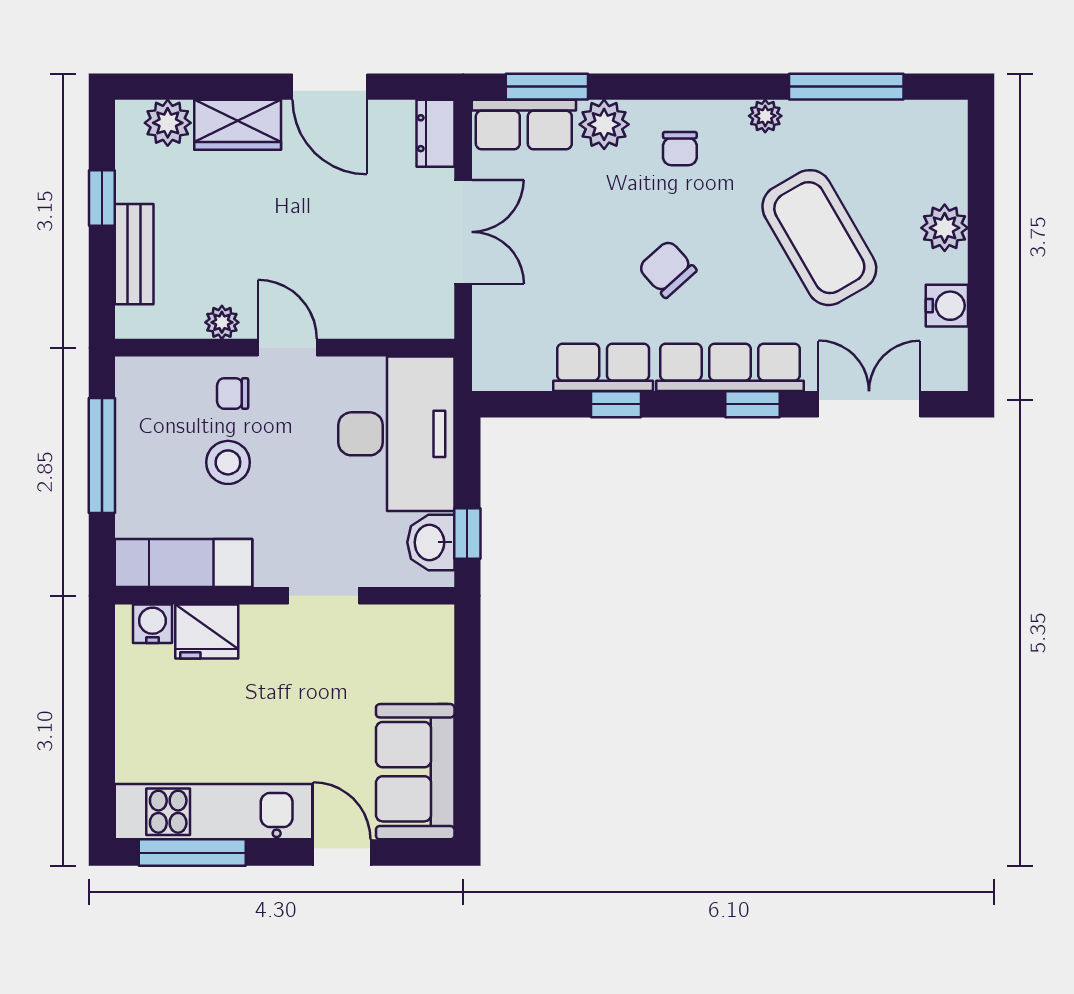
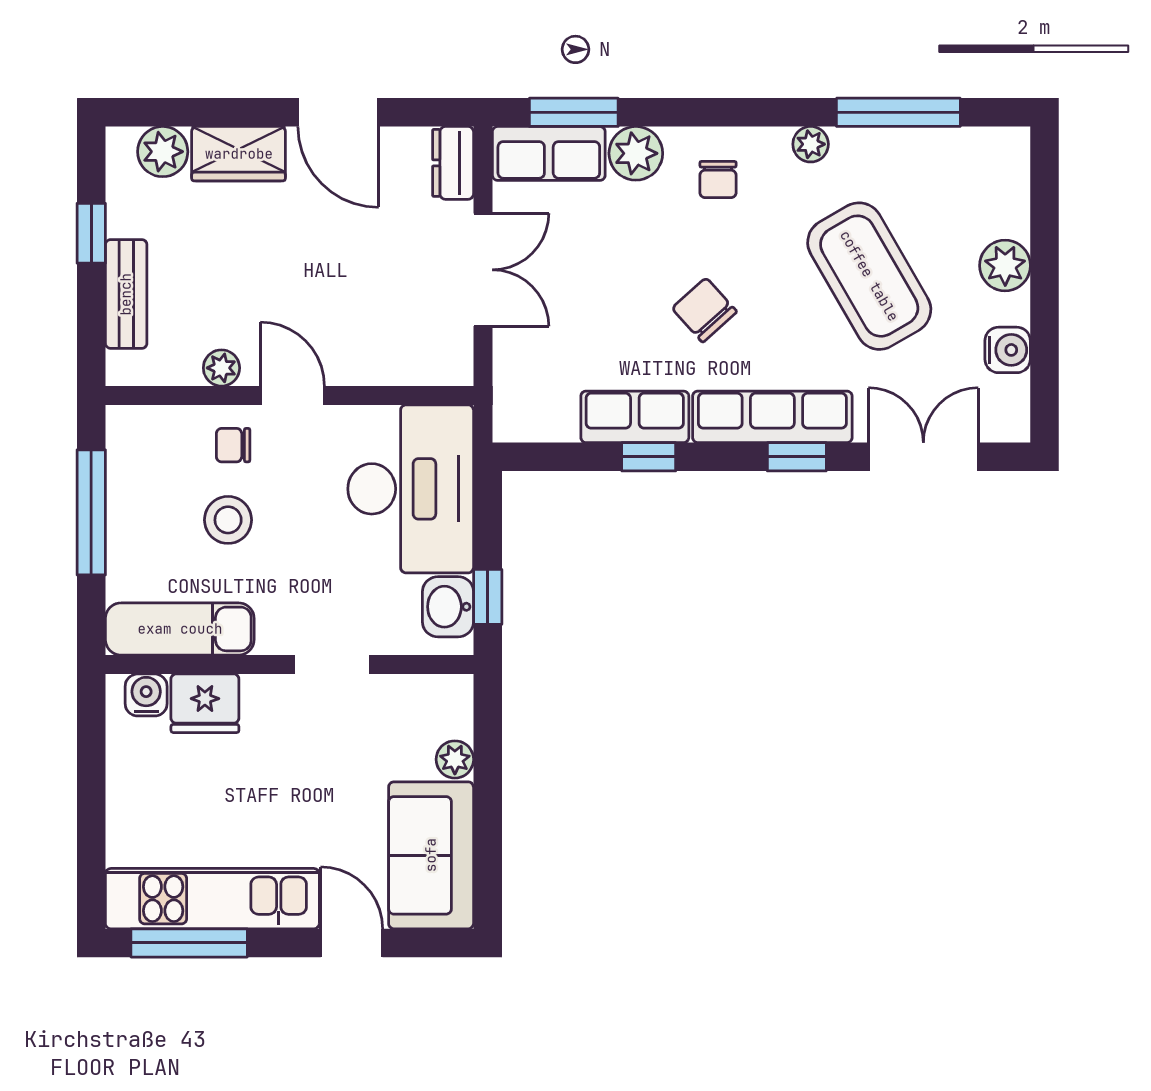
plant: (437, 683) -> (455, 759), added

